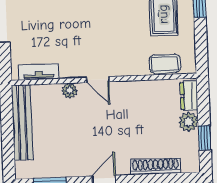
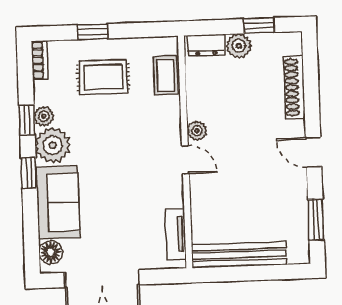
door: (98, 80) -> (185, 160), hinge flipped
plant: (69, 91) -> (197, 131), moved

